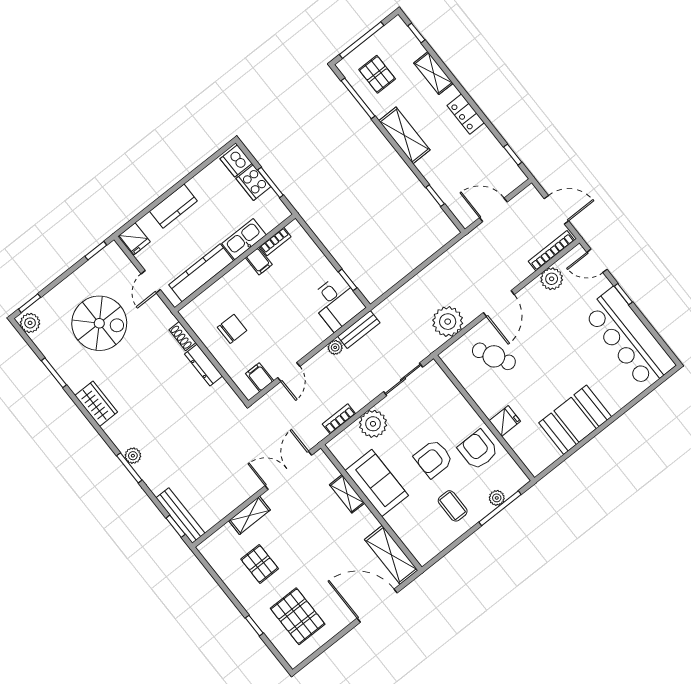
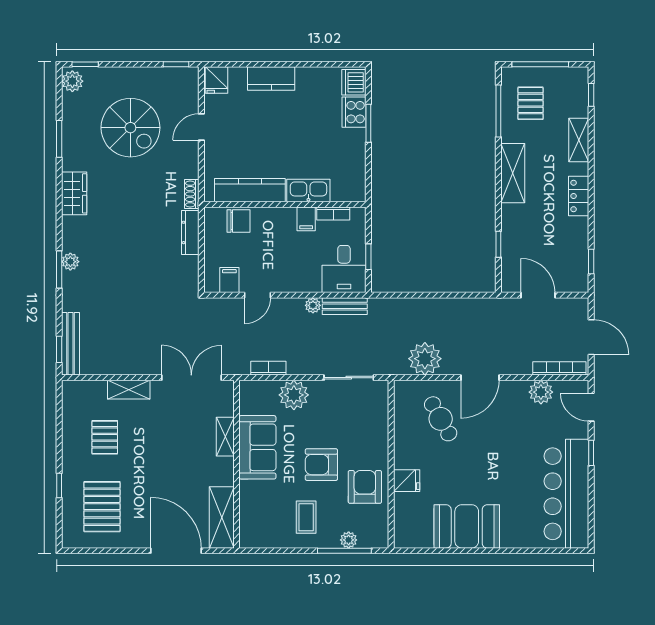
kitchen sink: (244, 239) -> (308, 191), moved
bookcase: (275, 242) -> (333, 213), moved
filing cabinet: (259, 261) -> (306, 219), moved
wall: (235, 263) -> (285, 204), moved
kitchen counter: (201, 273) -> (250, 190), moved

